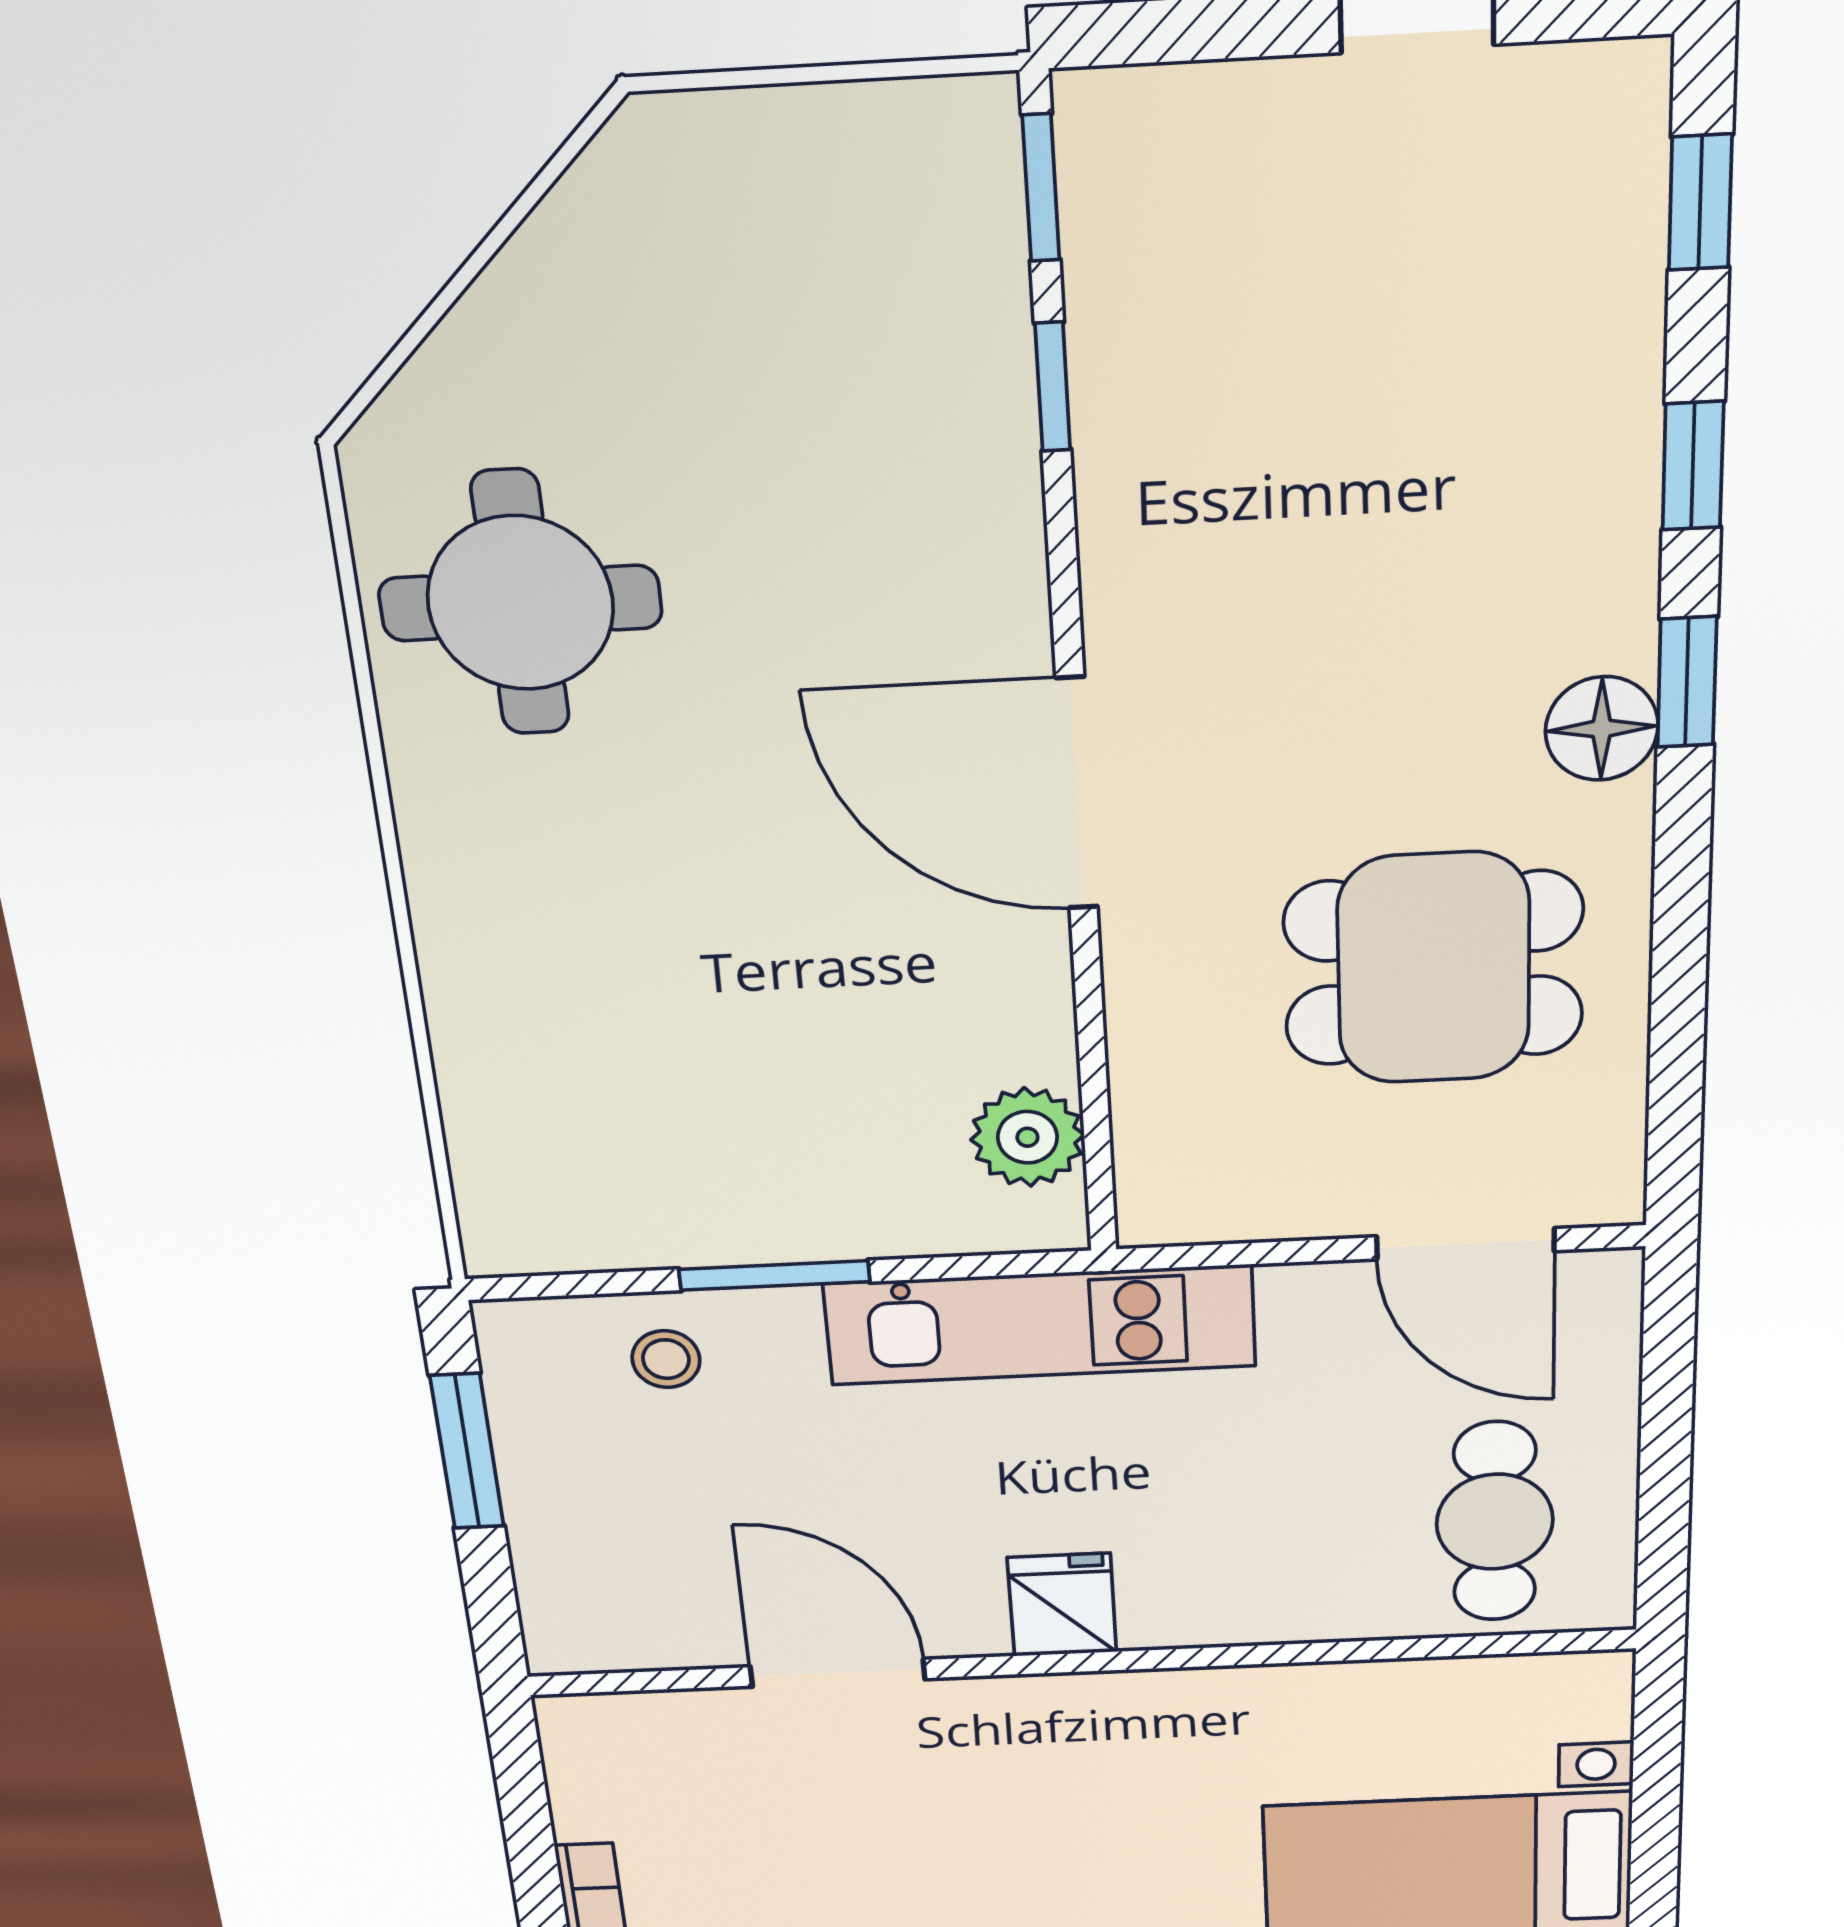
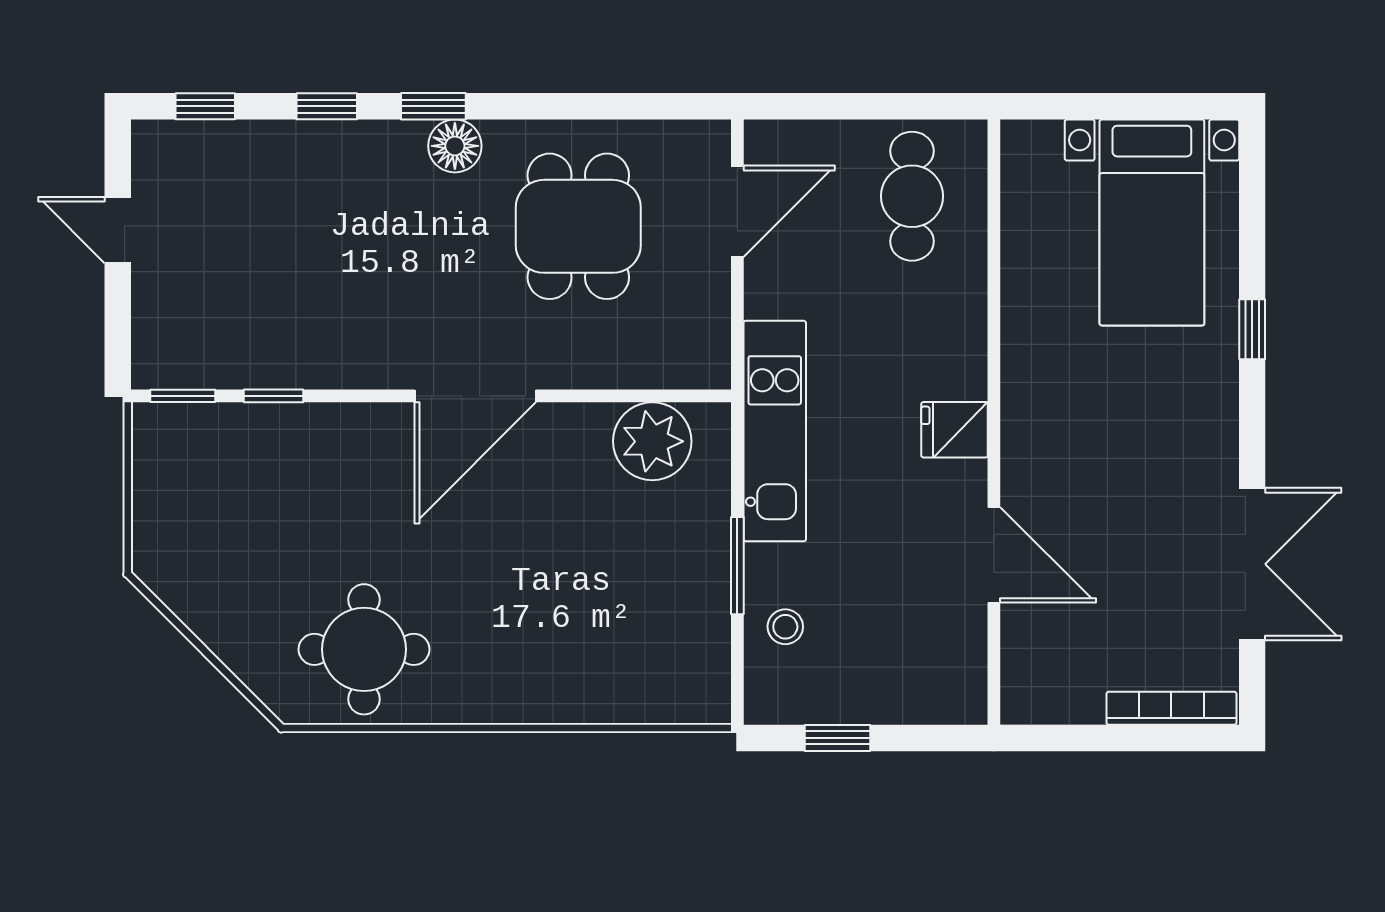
plant: (1027, 1137) -> (652, 441), width x1.36, depth x1.36
window: (467, 1451) -> (837, 738), width x0.67
cafe table: (1495, 1522) -> (912, 196), turned 90
door: (838, 1673) -> (994, 555), swing flipped

